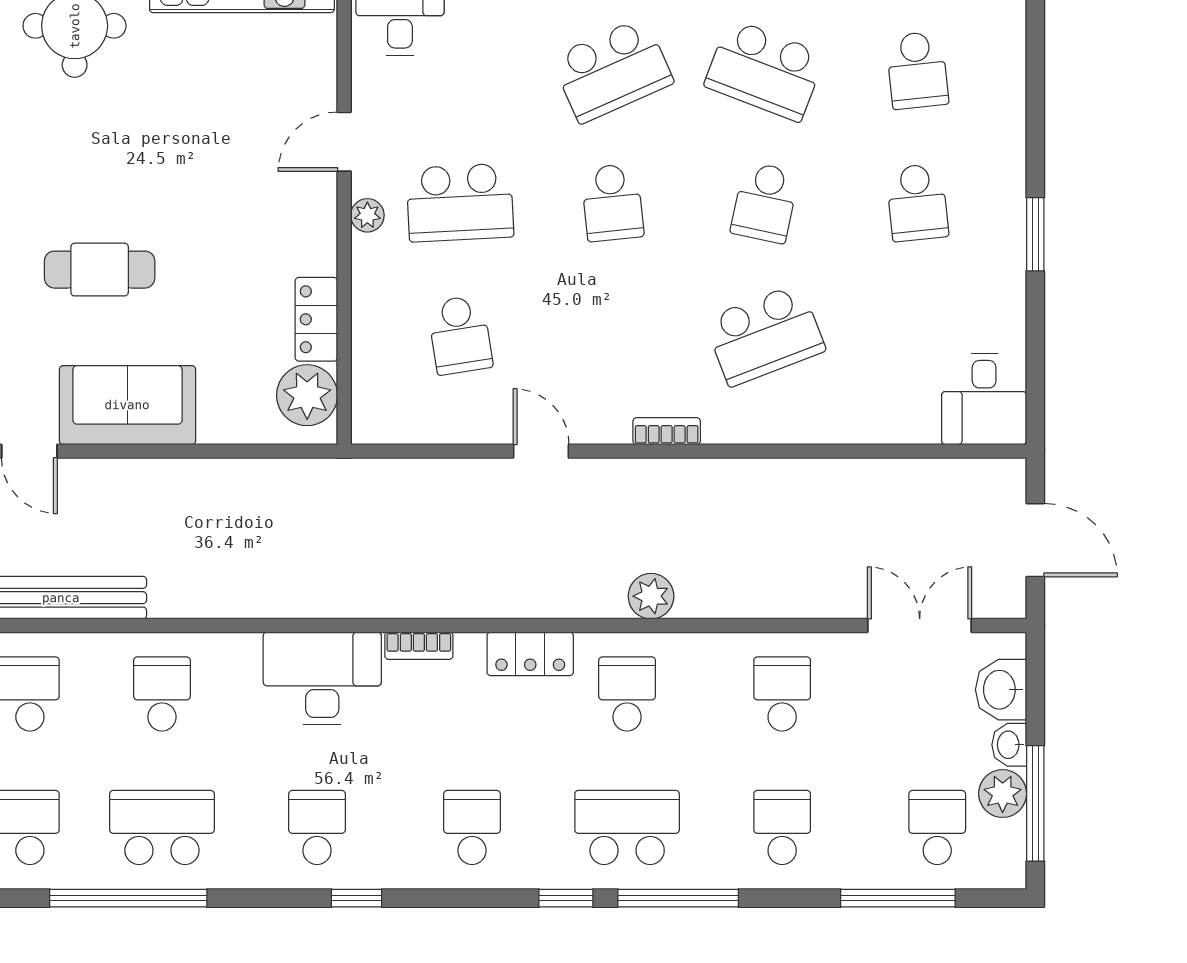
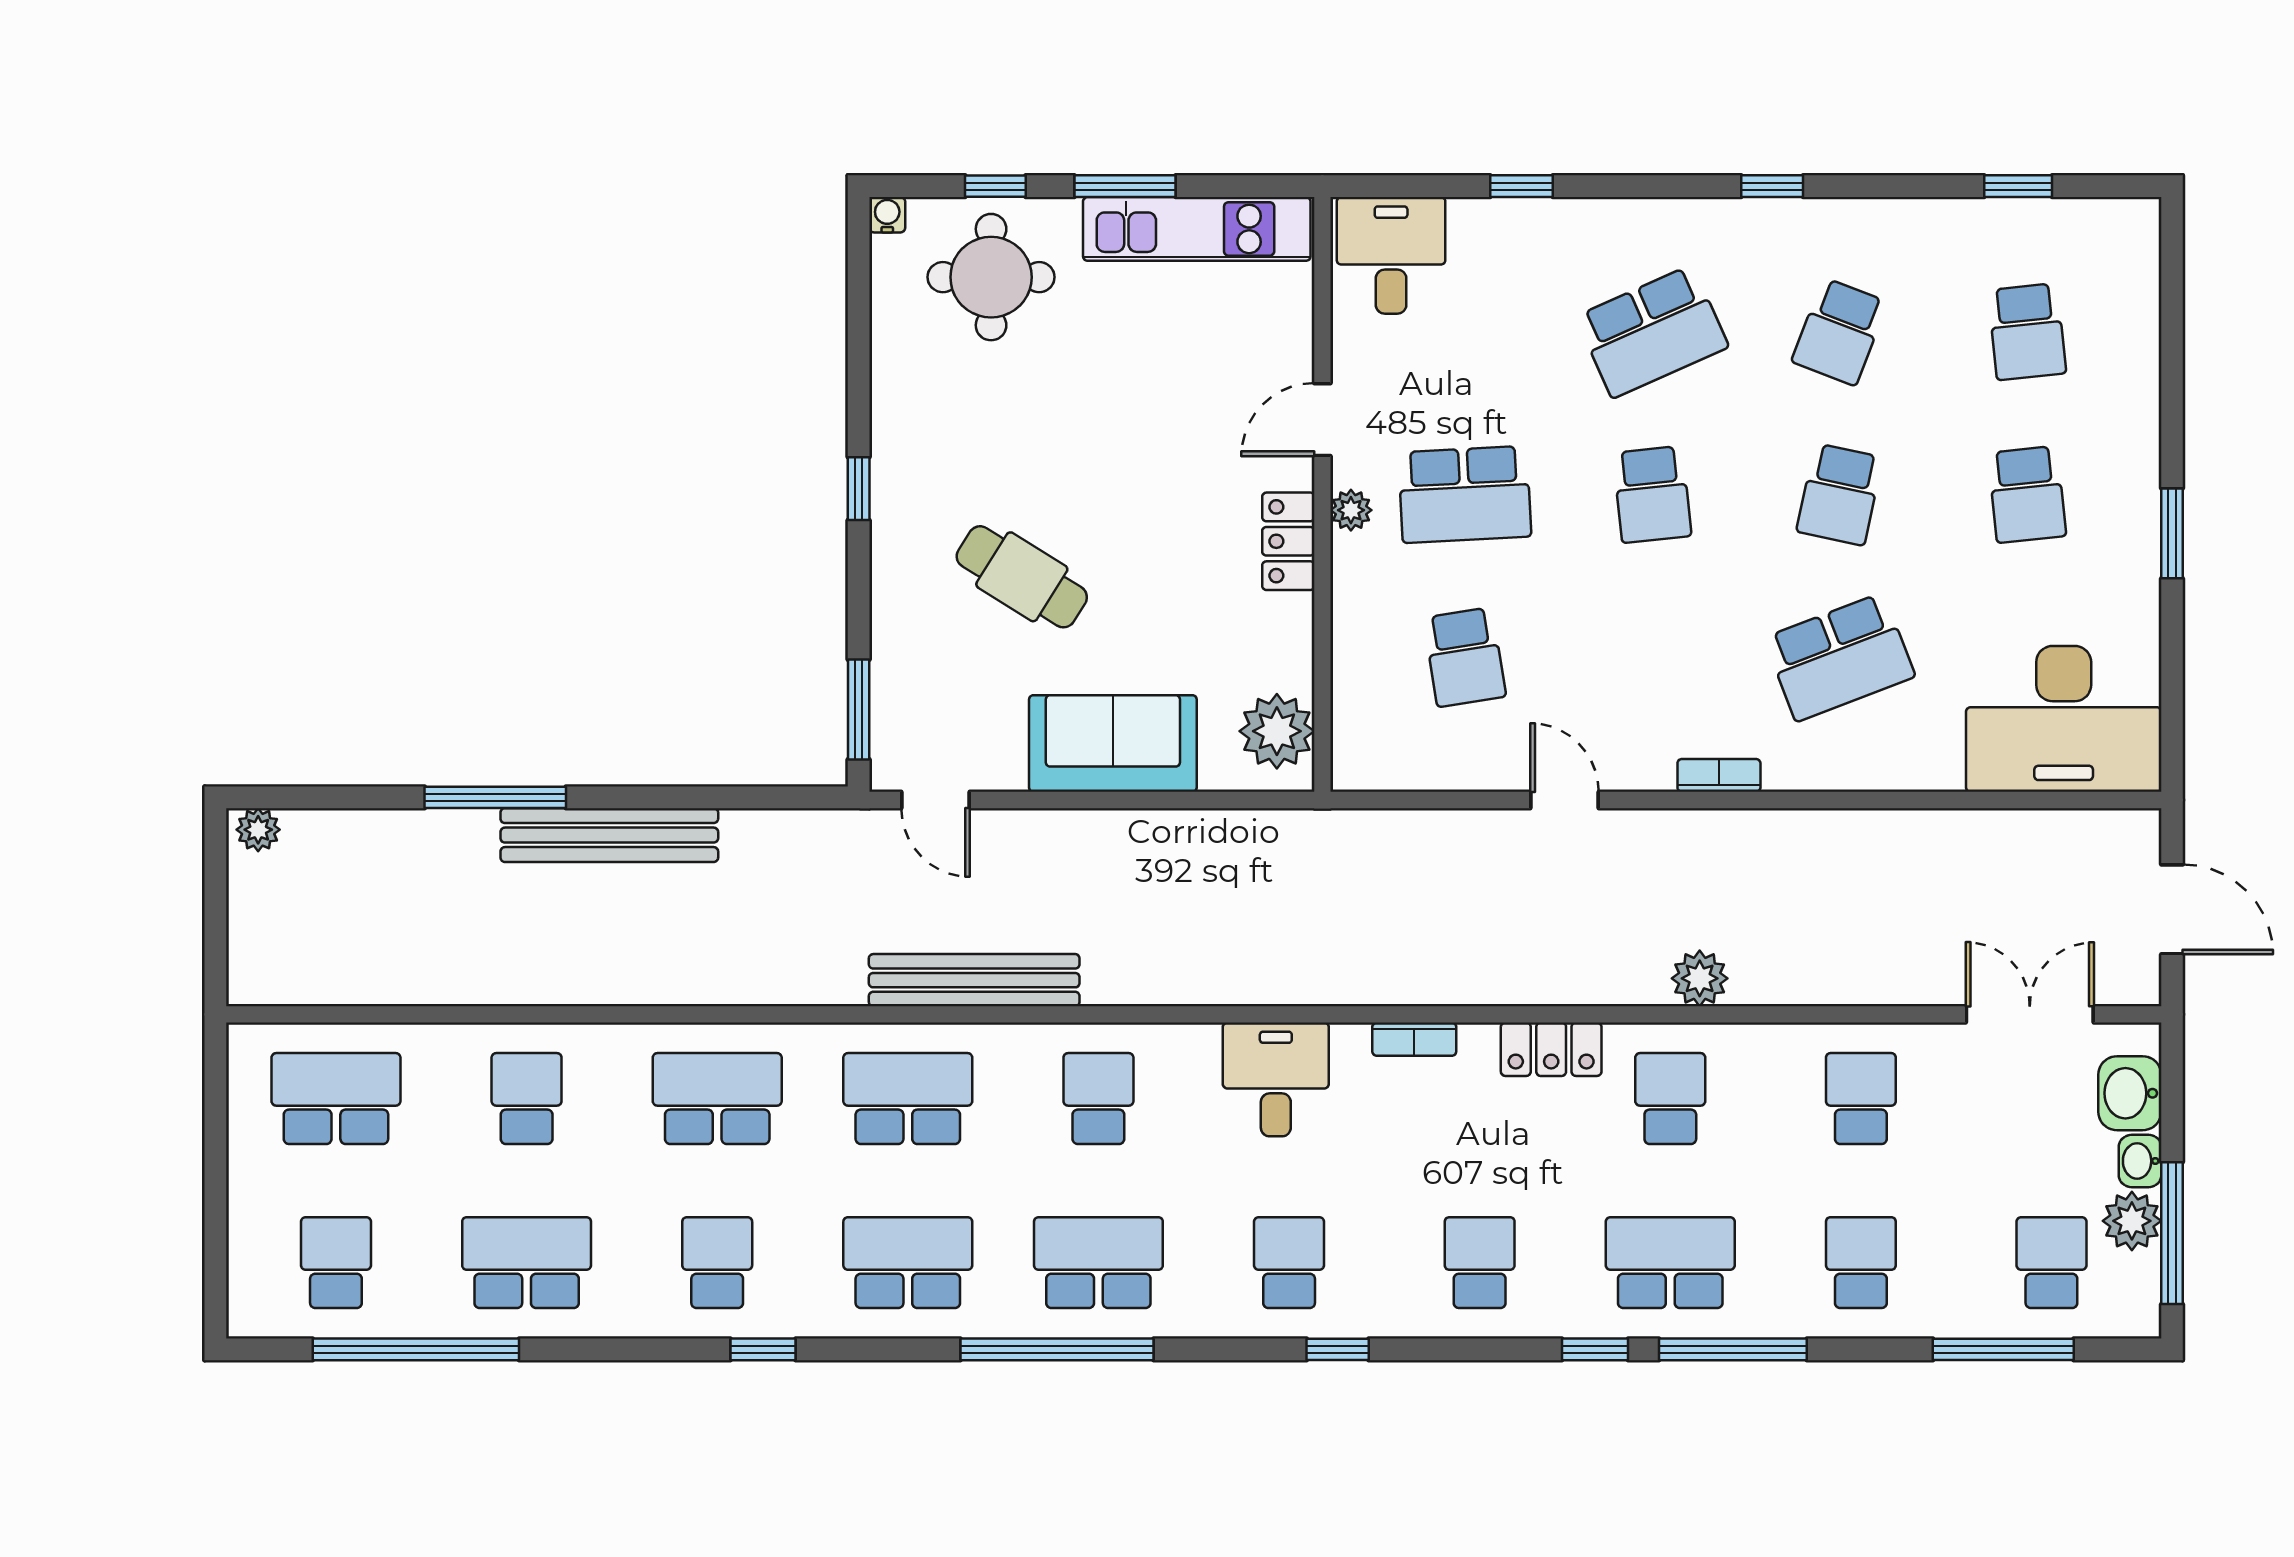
school desk: (765, 70) -> (1840, 332), width x0.54
cafe table: (100, 270) -> (1022, 577), turned 32
locker: (316, 319) -> (1288, 541), moved
desk: (984, 399) -> (2064, 719), width x1.87, depth x1.30
sofa: (127, 405) -> (1113, 743), moved
desk: (322, 678) -> (1276, 1079), width x0.73

